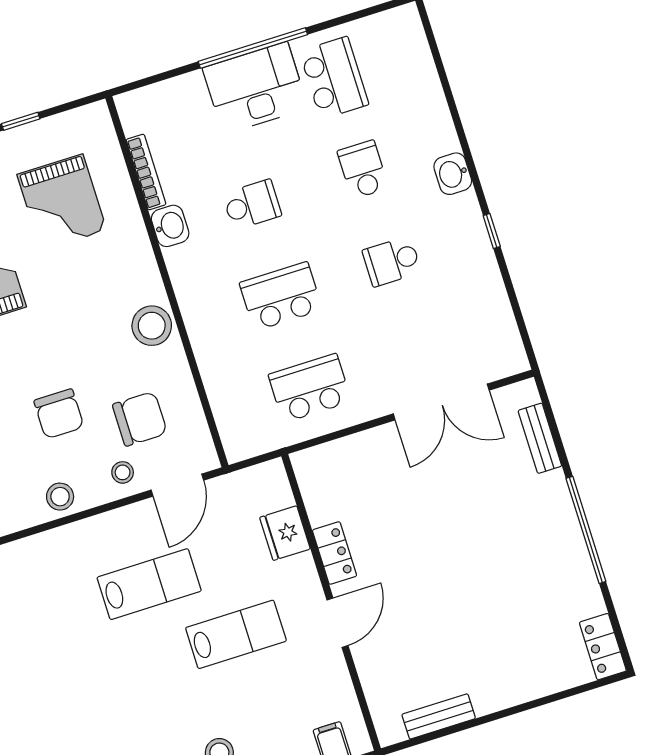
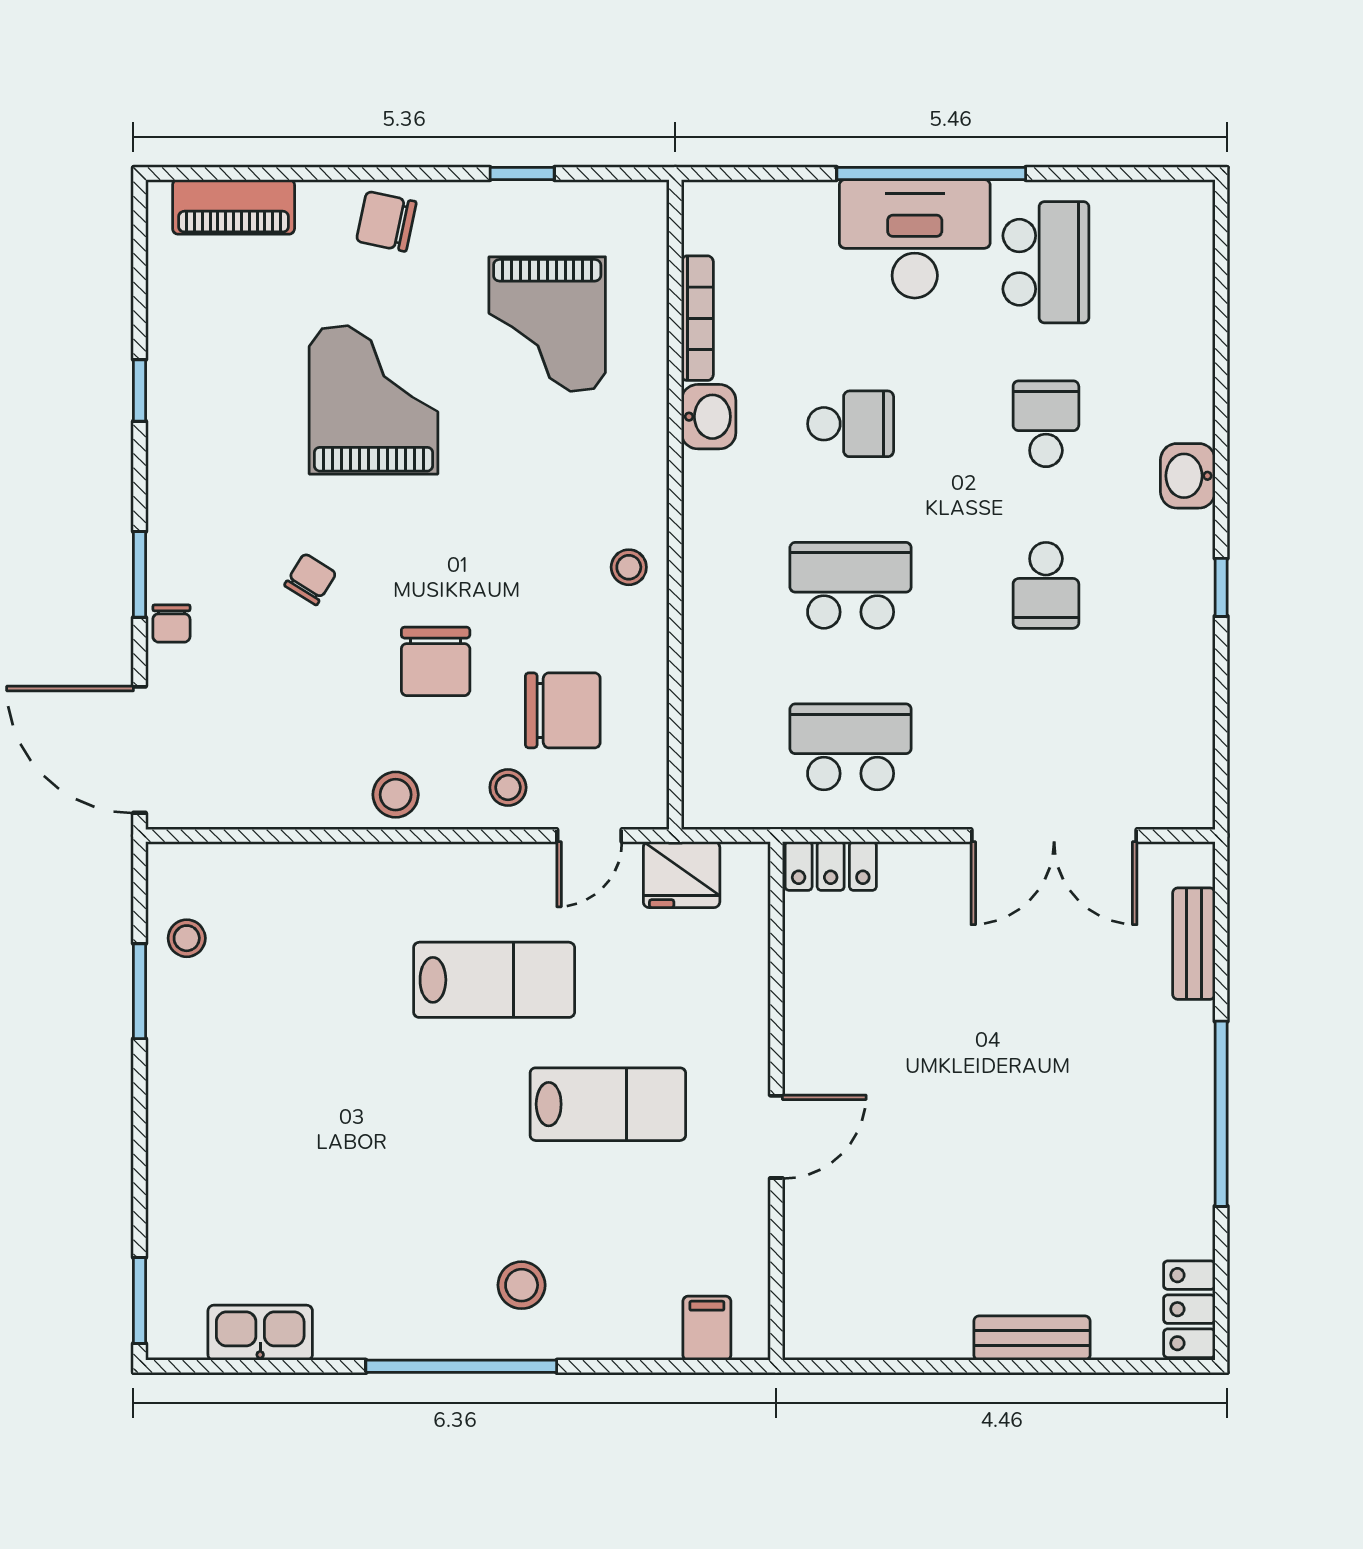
school desk: (392, 261) -> (1046, 585), turned -90
stool: (152, 326) -> (629, 567), width x0.53, depth x0.53
door: (177, 485) -> (589, 836), width x0.73
fridge: (285, 533) -> (682, 875), moved, turned -90
locker: (335, 553) -> (831, 866), moved, turned 90
bench: (439, 716) -> (1032, 1338), moved

